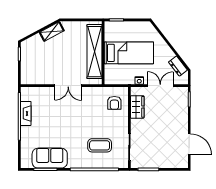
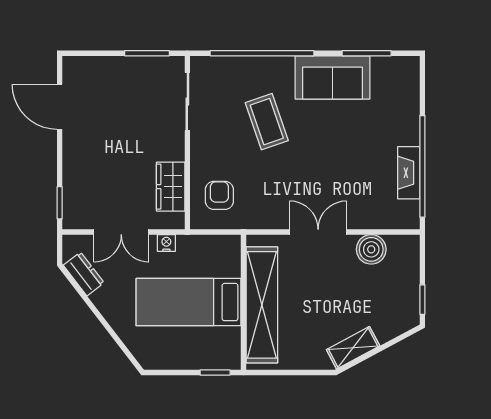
boiler: (43, 78) -> (371, 249), added
coffee table: (100, 145) -> (267, 122), moved, turned 71
sofa: (50, 158) -> (332, 77), moved

